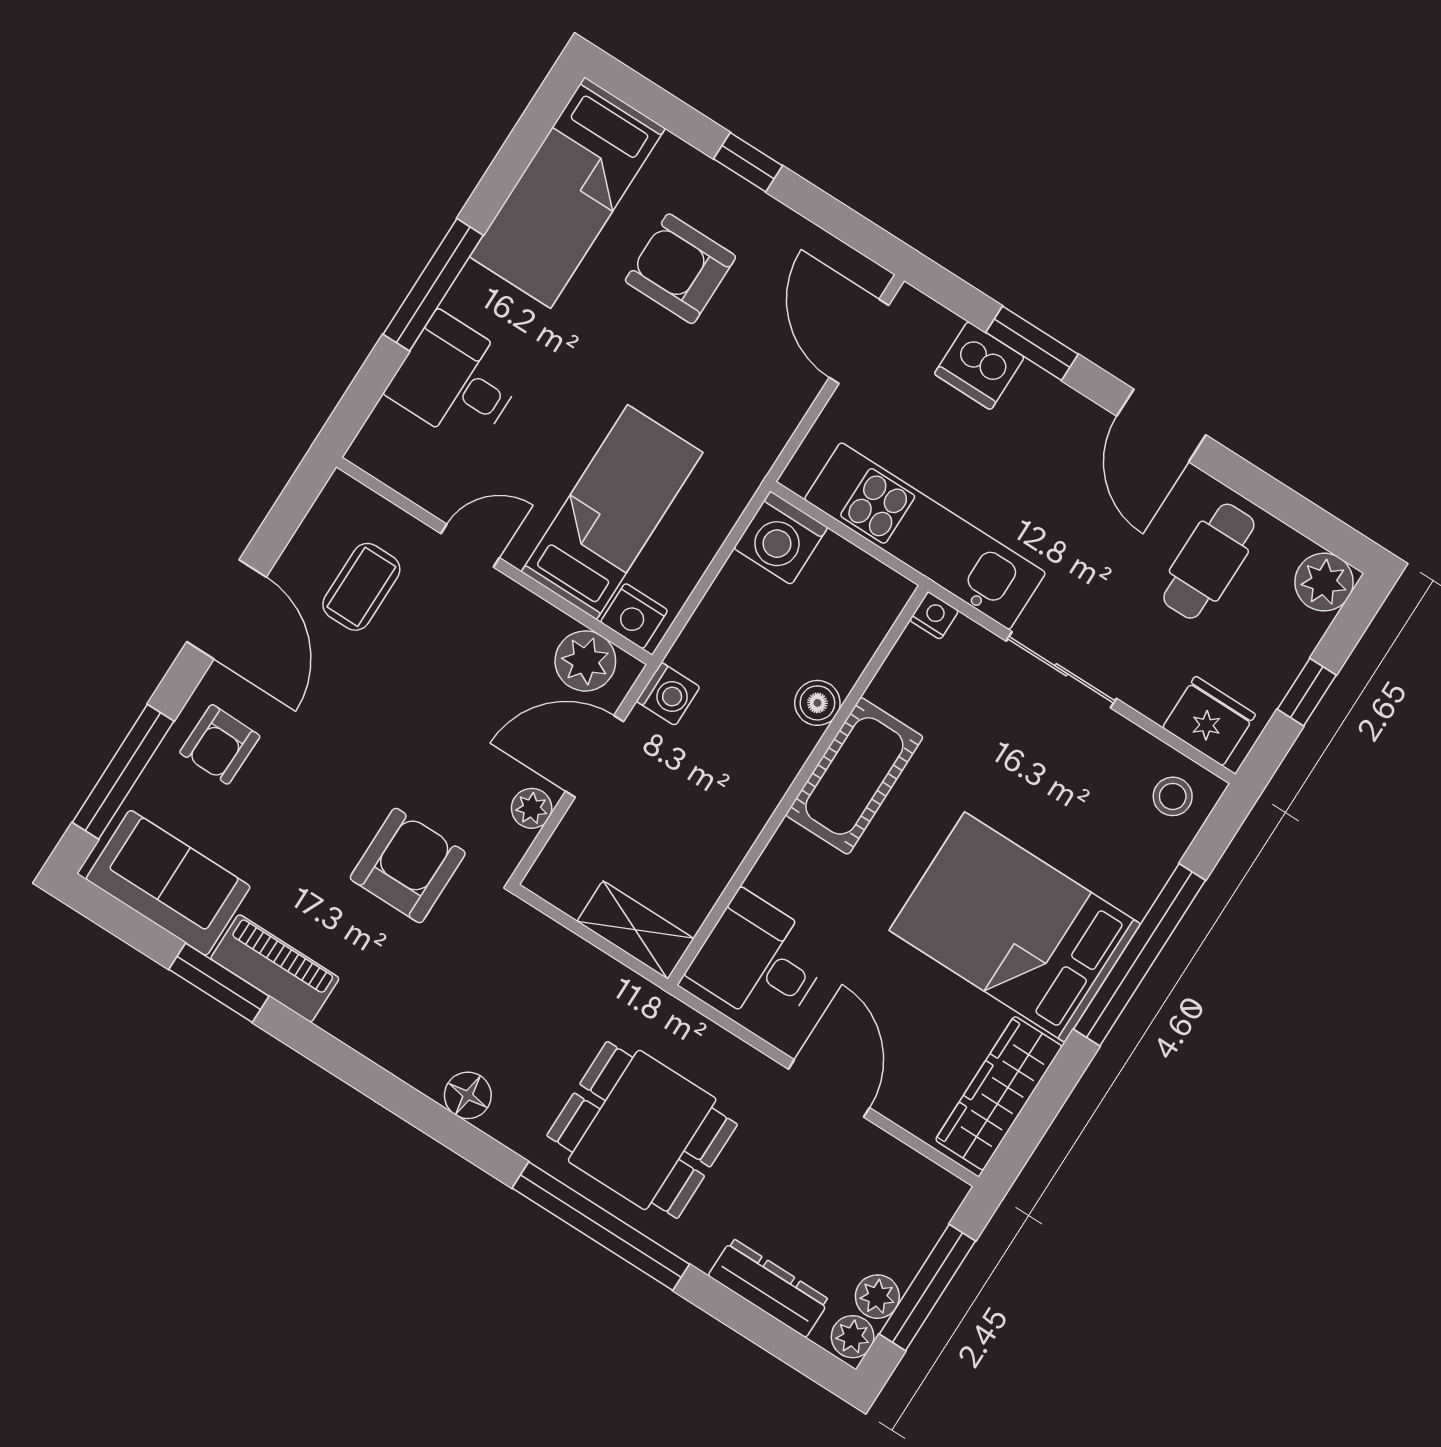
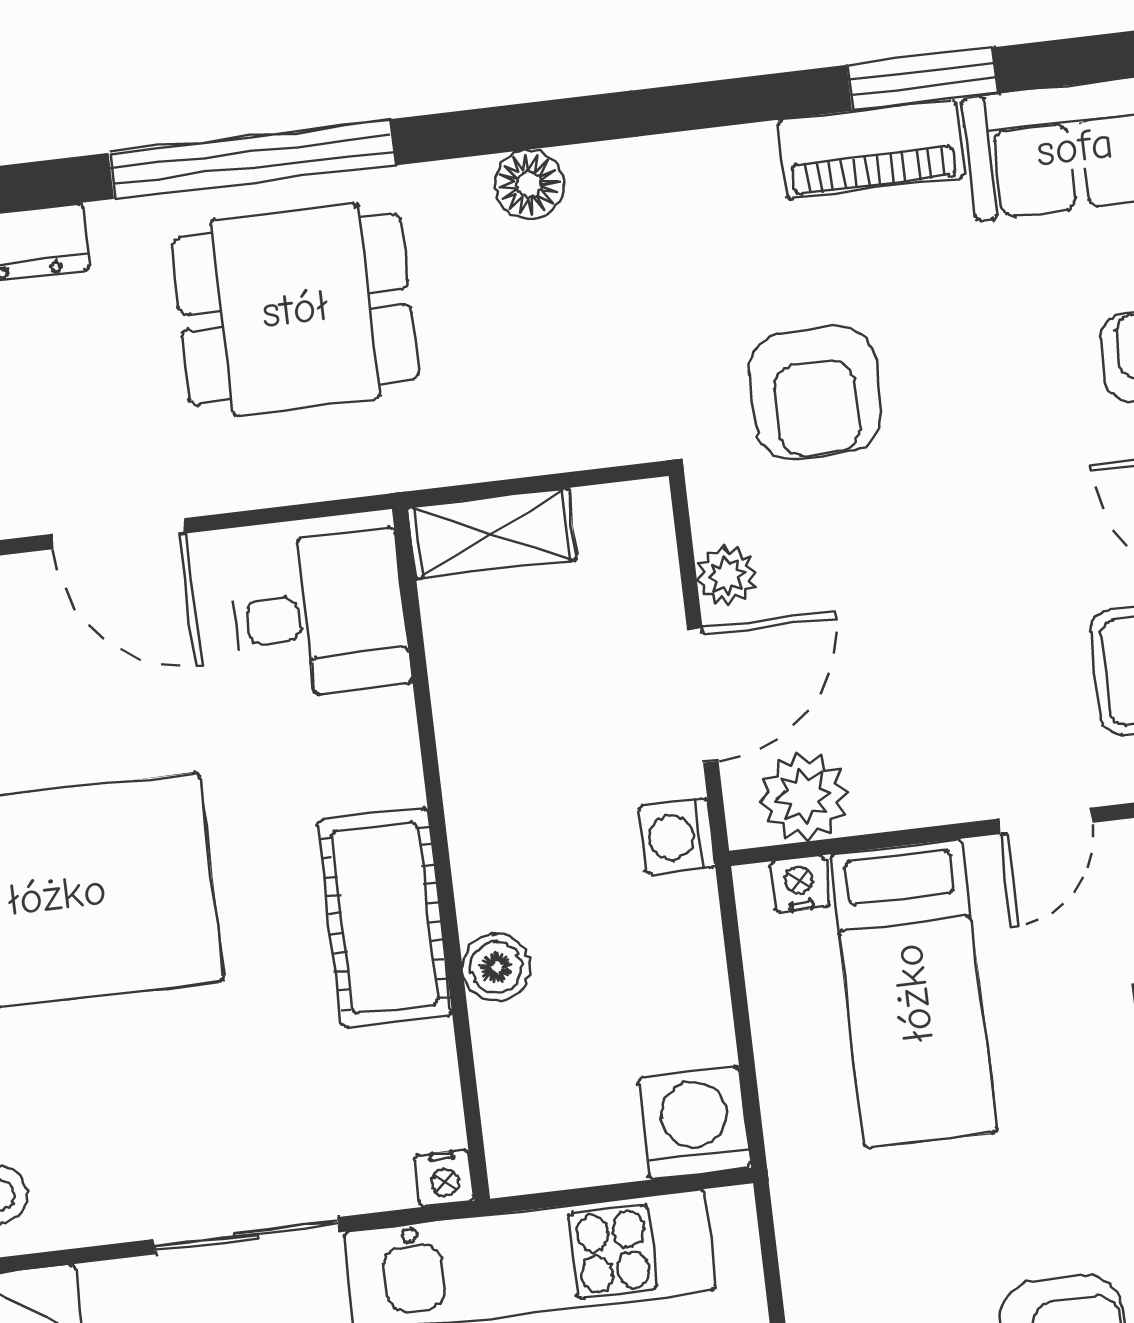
nightstand: (634, 616) -> (799, 884), width x0.72, depth x0.74

